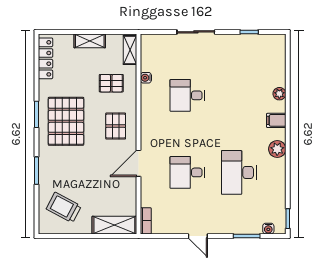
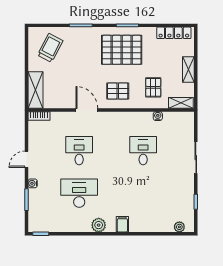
plant: (279, 94) -> (179, 227), moved
water cooler: (268, 229) -> (33, 183), moved

